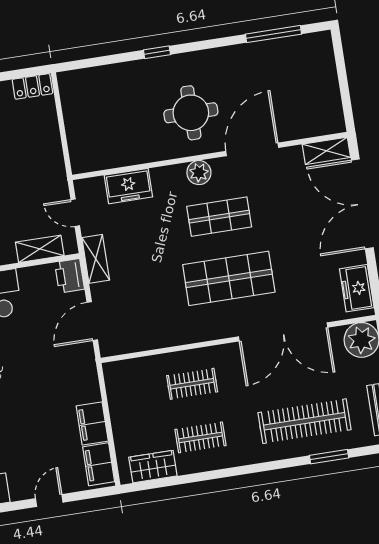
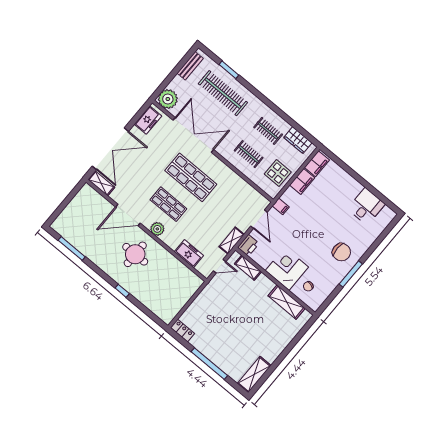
door: (75, 213) -> (220, 266), hinge flipped
door: (92, 321) -> (259, 219), hinge flipped
filing cabinet: (84, 365) -> (281, 206), added
display table: (132, 401) -> (278, 173), added
door: (49, 500) -> (350, 171), removed

